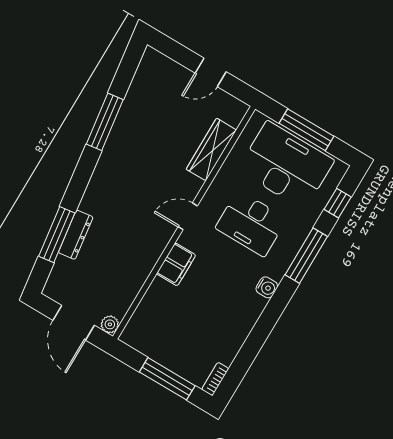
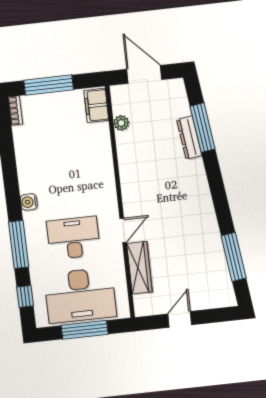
window: (105, 122) -> (234, 257), moved
door: (188, 216) -> (123, 230), moved
filing cabinet: (176, 264) -> (96, 105), moved
plant: (110, 324) -> (121, 123), moved

